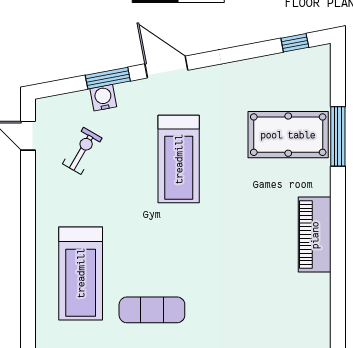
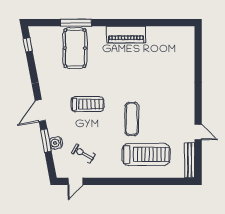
treadmill: (179, 159) -> (87, 104), width x0.73, depth x0.73
exercise mat: (152, 310) -> (132, 119), moved

